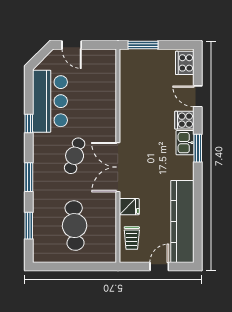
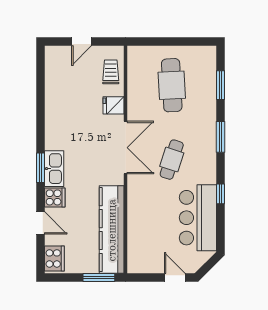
kitchen sink: (185, 143) -> (54, 169), width x1.38
kitchen counter: (182, 221) -> (112, 230), moved, turned 180

